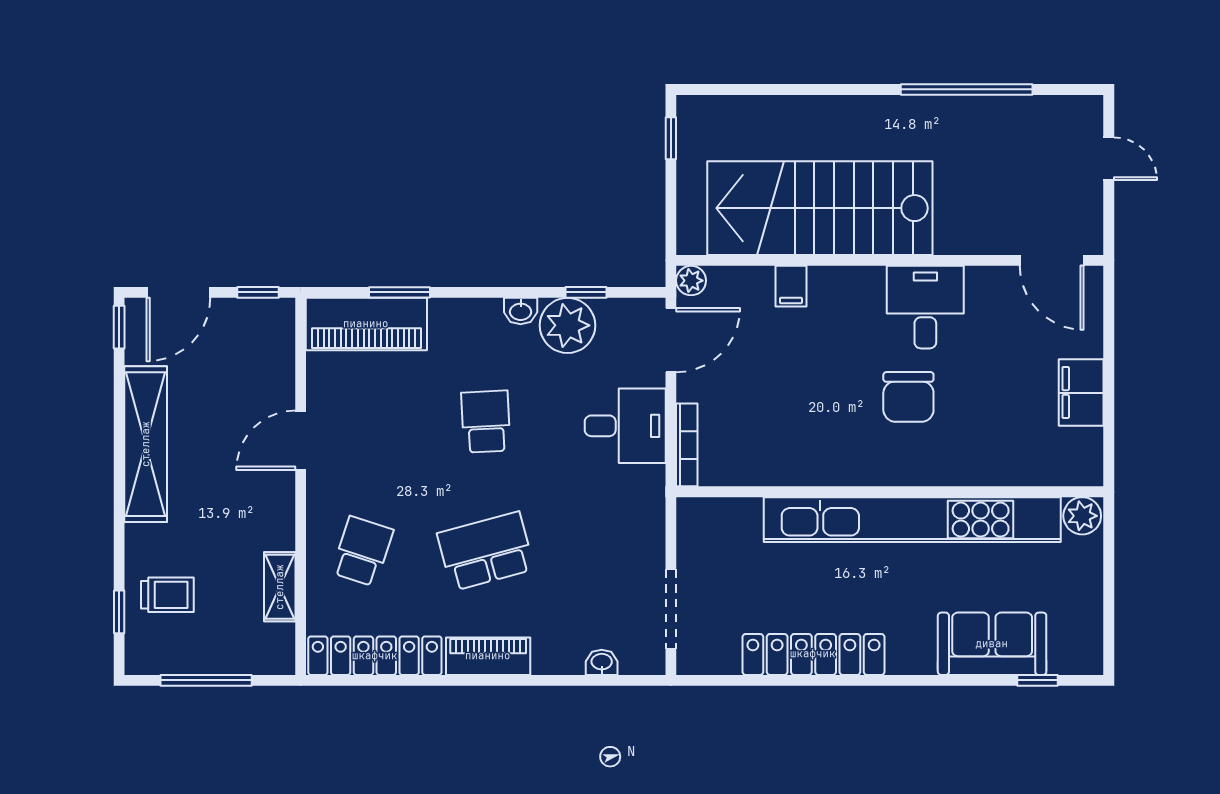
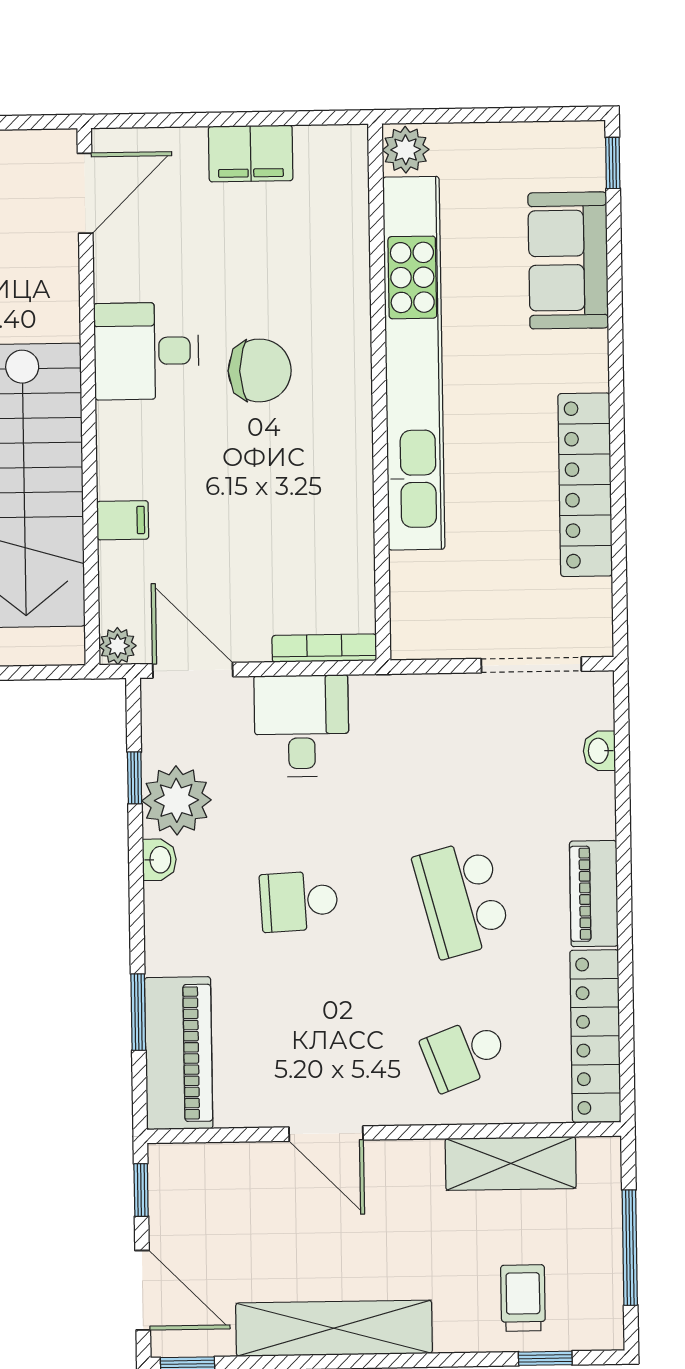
school desk: (362, 551) -> (464, 1054), turned -39
shelving: (280, 587) -> (511, 1163), width x1.50, depth x1.33
window: (1037, 680) -> (613, 163), moved

